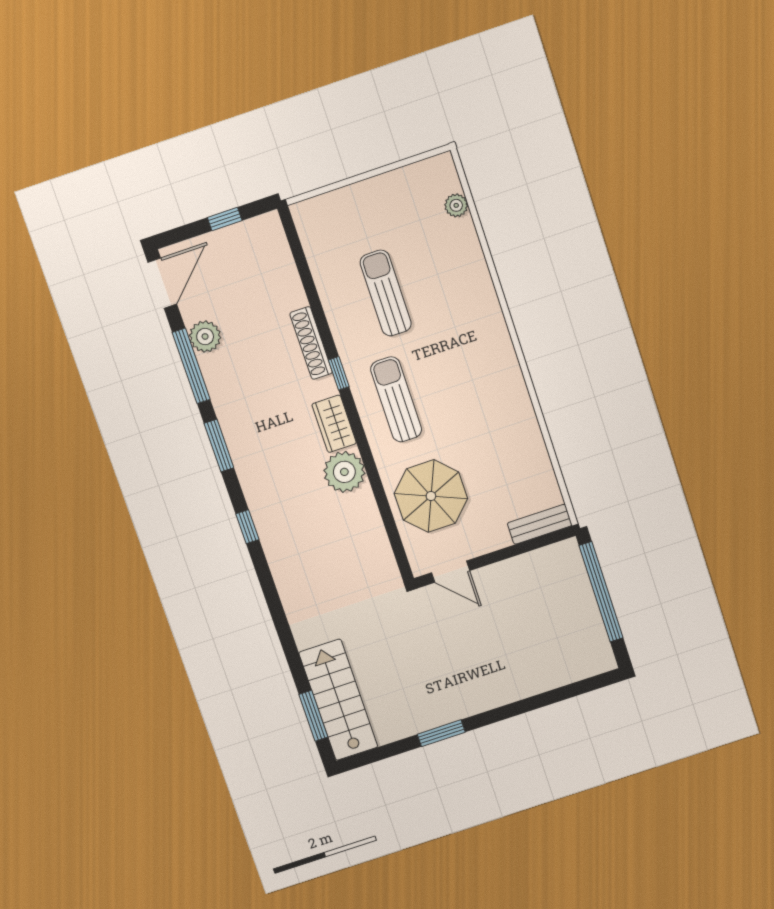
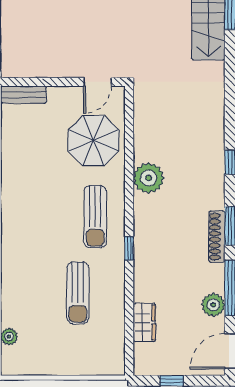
shoe rack: (311, 343) -> (217, 237), moved, turned 180
wardrobe: (334, 424) -> (144, 322), moved
door: (451, 572) -> (97, 82), swing flipped

